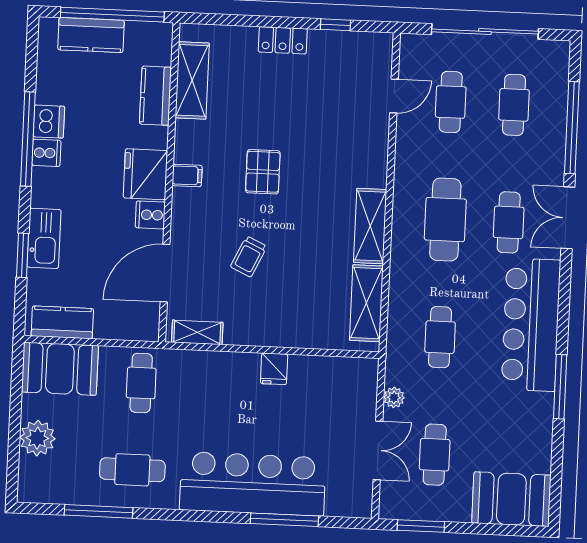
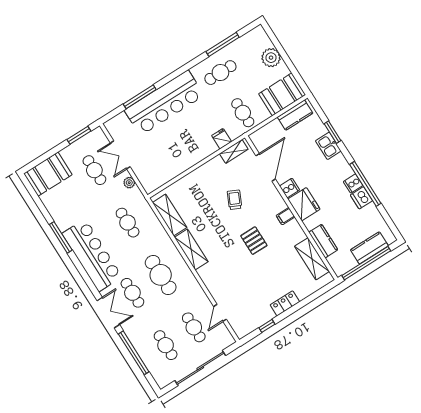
kitchen sink: (44, 238) -> (328, 146), width x0.73
fridge: (274, 369) -> (222, 139), moved

